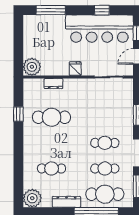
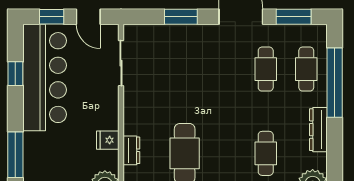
fridge: (75, 69) -> (108, 140), moved
cafe table: (105, 143) -> (225, 69), removed
cafe table: (105, 194) -> (306, 69), width x0.73, depth x0.74

